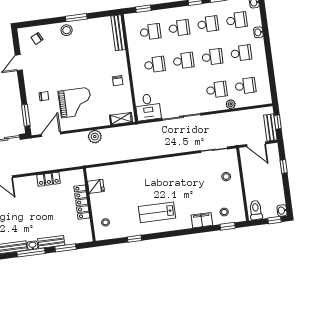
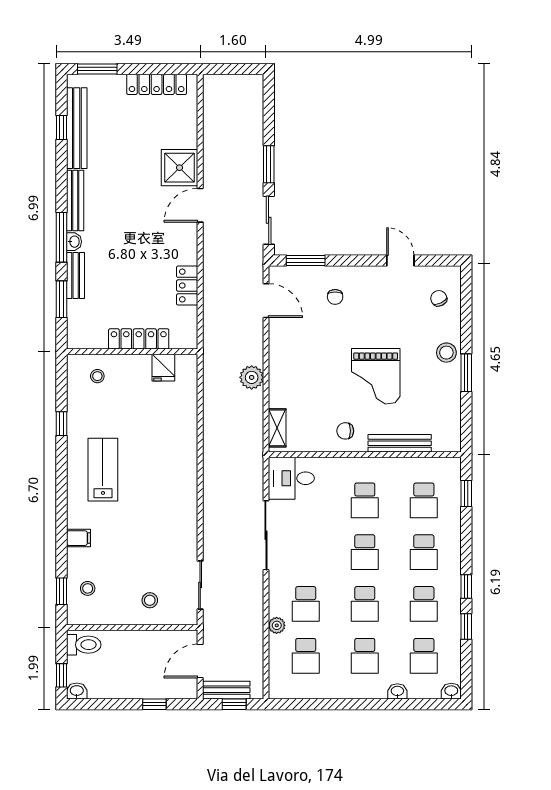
bench: (118, 33) -> (400, 443), moved
grand piano: (75, 103) -> (376, 376), moved
filing cabinet: (202, 220) -> (79, 538), width x0.50

